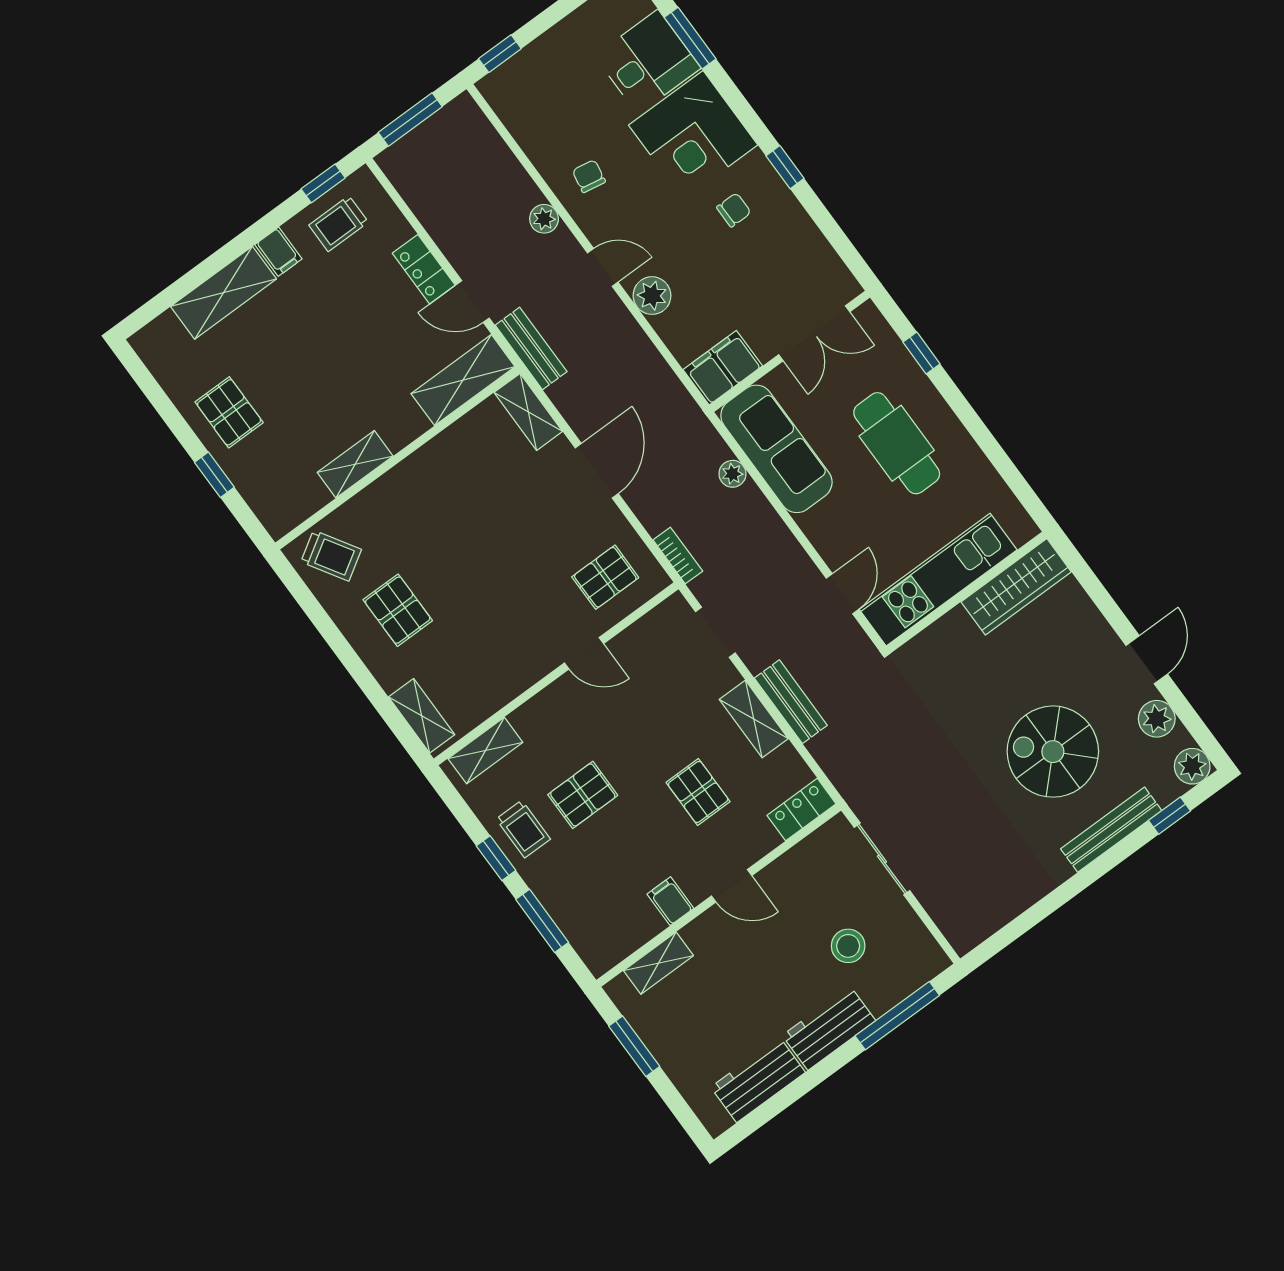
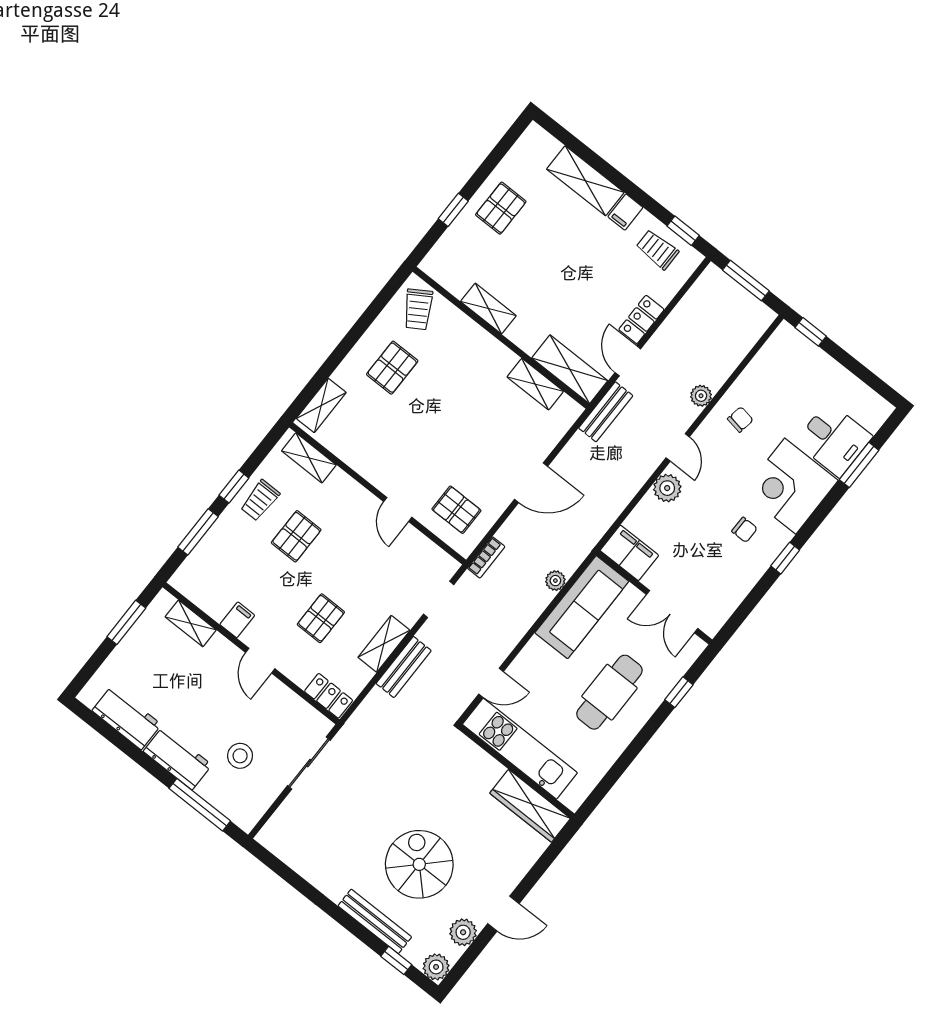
shelving: (528, 412) -> (535, 384), moved, turned 90
pallet: (583, 795) -> (296, 536), turned 90

